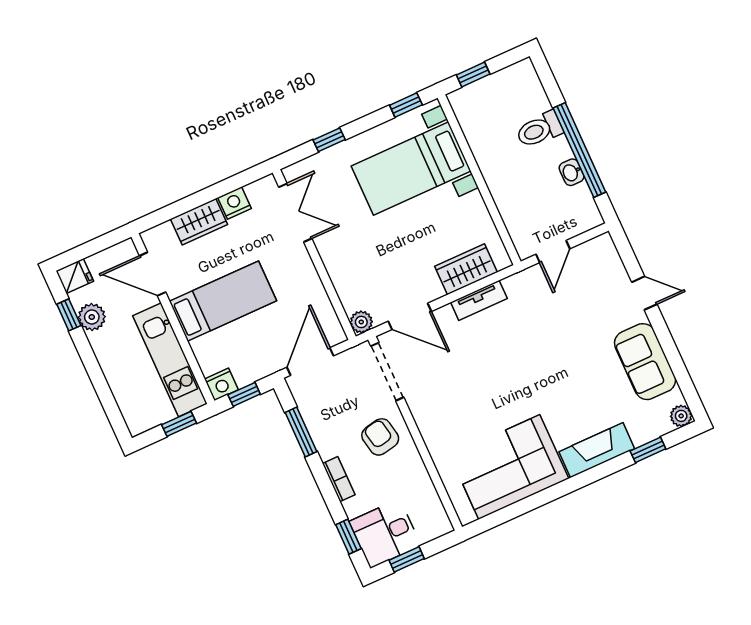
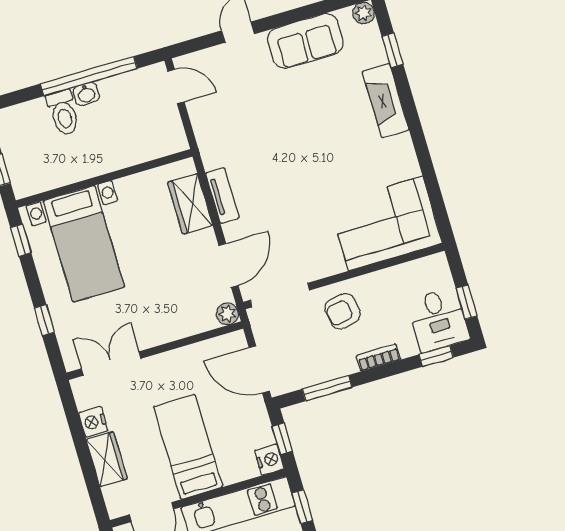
washbasin: (572, 172) -> (86, 94), moved
door: (553, 251) -> (176, 87), moved
corner sofa: (509, 467) -> (386, 224), moved, turned 90

